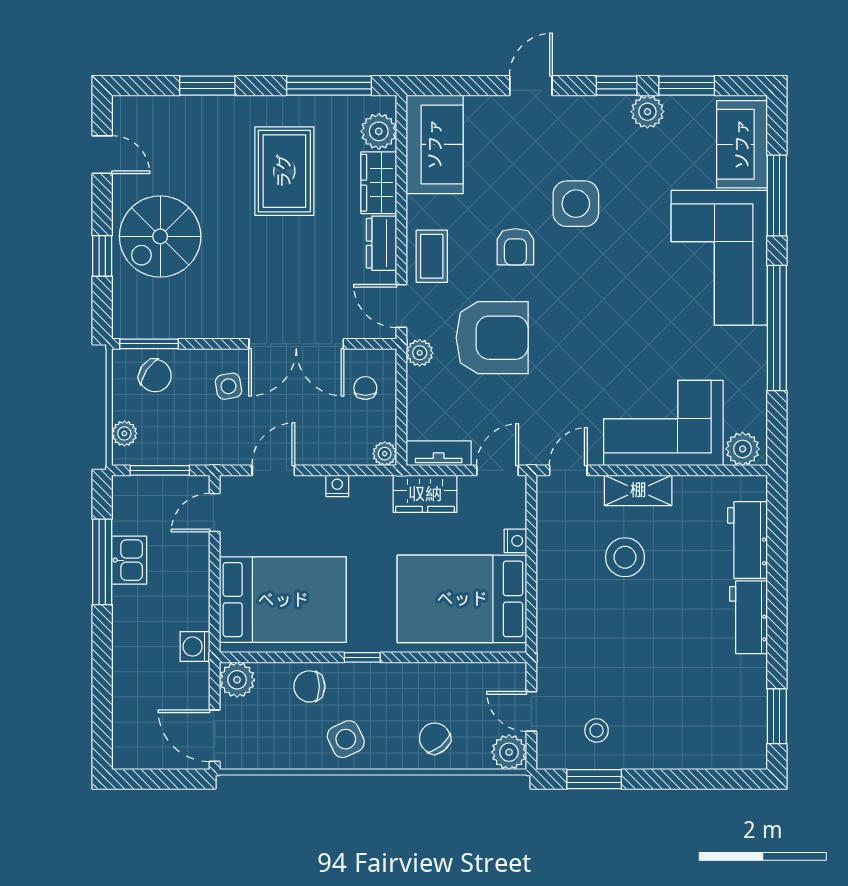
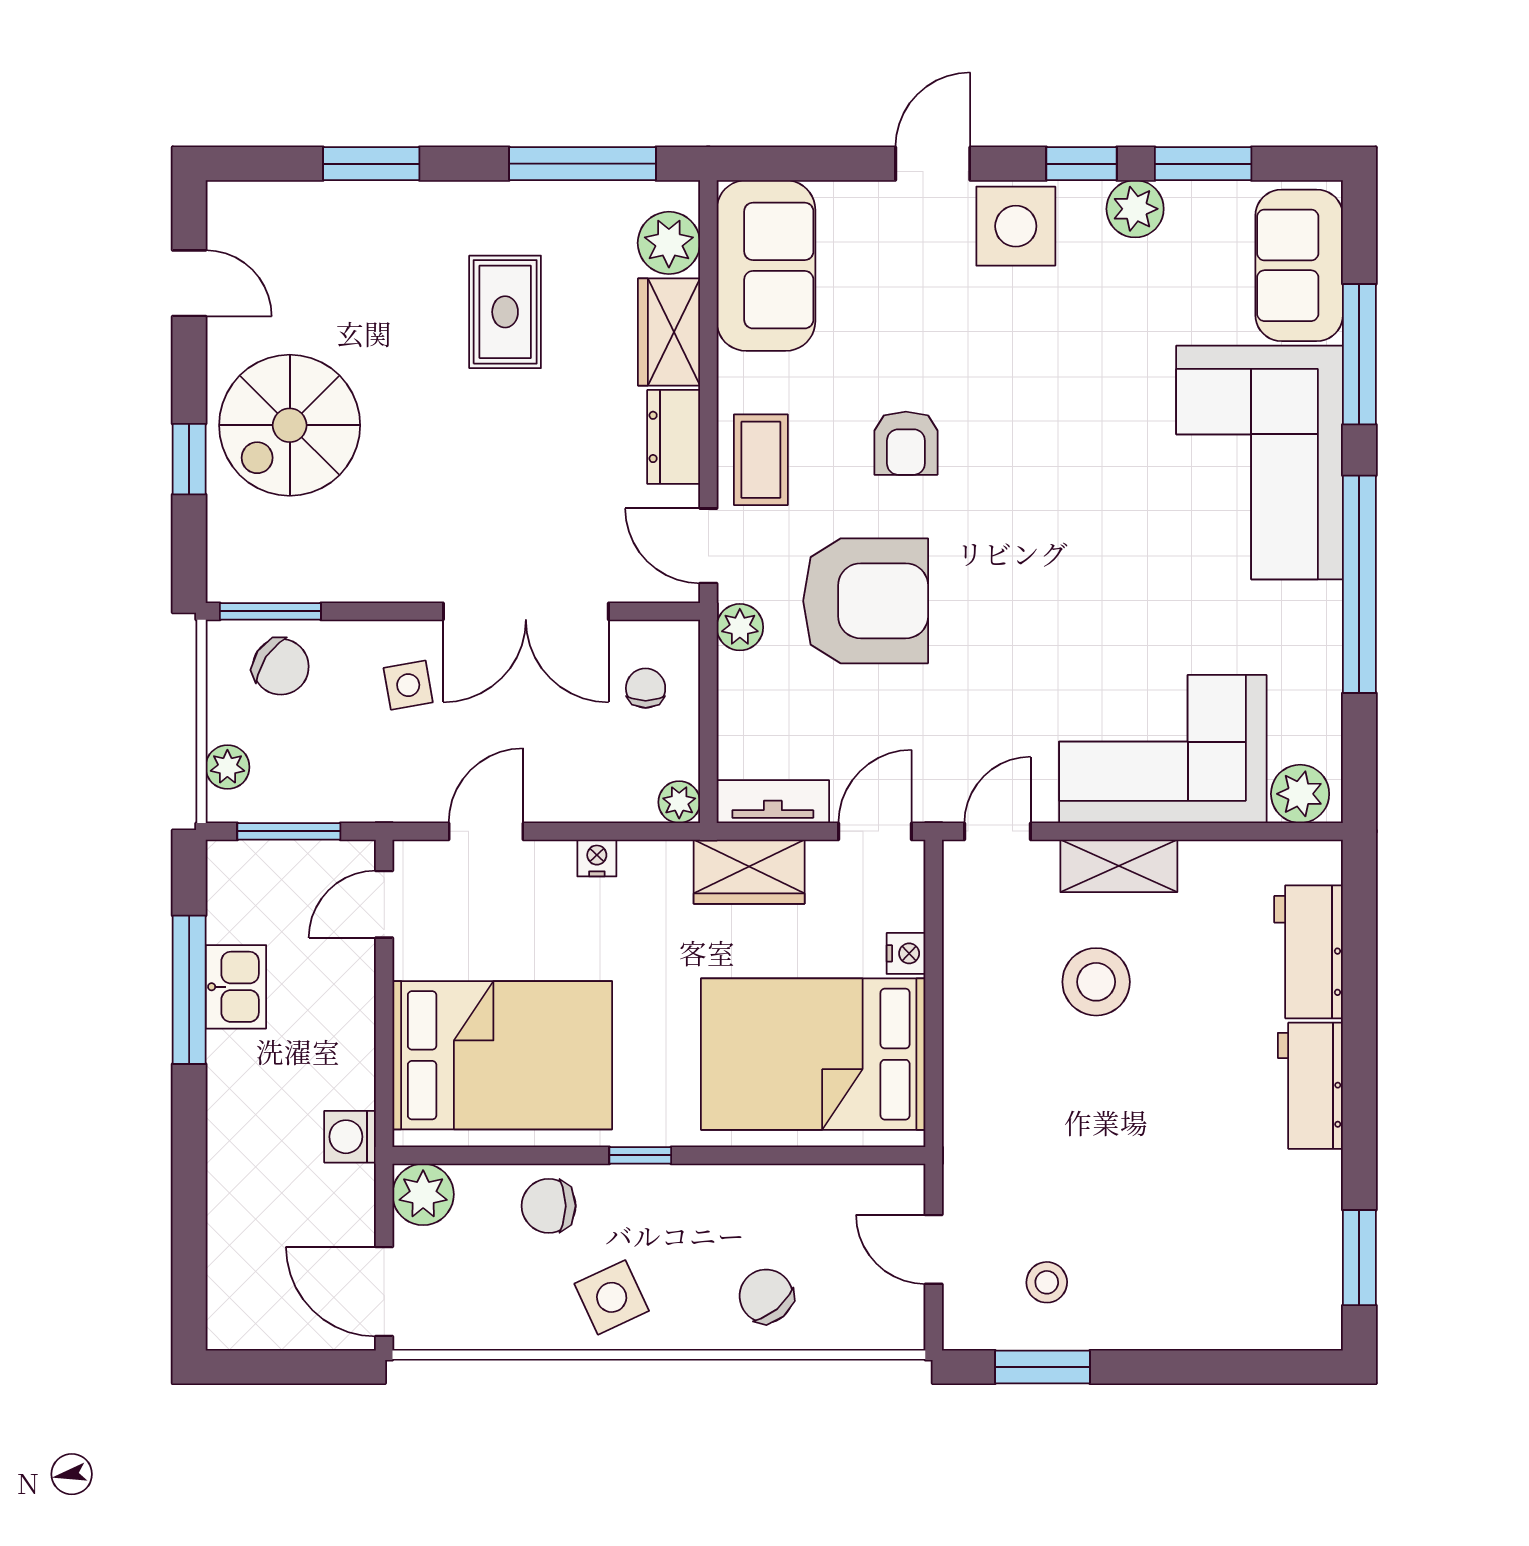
rug: (284, 171) -> (505, 312), width x0.73, depth x0.70
side table: (576, 204) -> (1016, 226), moved
plant: (509, 752) -> (895, 1320), removed

